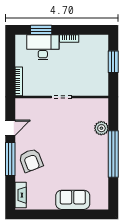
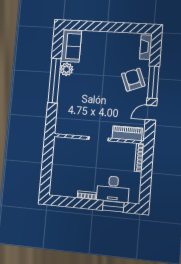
window: (113, 62) -> (47, 169), removed
piano: (33, 105) -> (127, 133), added
plant: (101, 128) -> (67, 69), moved
sofa: (73, 200) -> (71, 46), moved, turned -90

